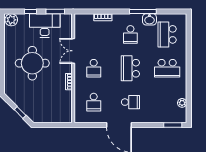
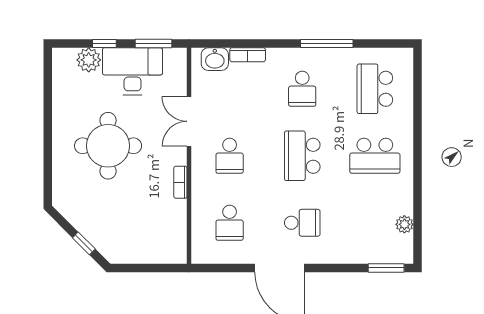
washbasin: (149, 19) -> (215, 59), moved
plant: (11, 20) -> (89, 60), moved

